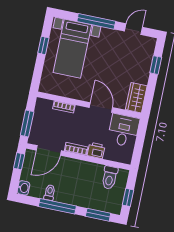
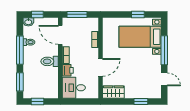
desk: (124, 130) -> (74, 88), moved, turned 180
window: (19, 161) -> (37, 14), moved
toilet: (110, 178) -> (50, 61), moved

